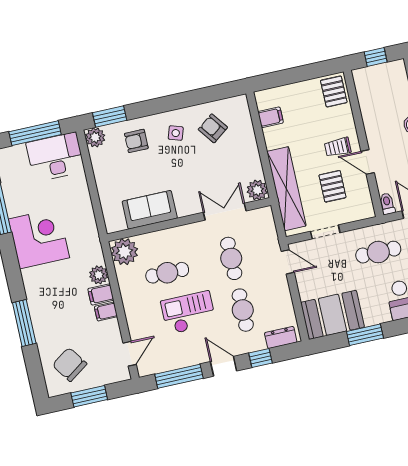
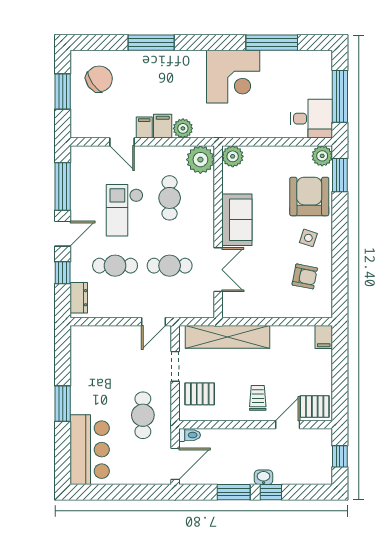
filing cabinet: (271, 117) -> (324, 337), moved
armchair: (213, 128) -> (305, 276), turned 48
armchair: (136, 141) -> (309, 196), width x1.88, depth x1.88
desk: (55, 157) -> (311, 119), width x0.73
door: (368, 162) -> (288, 425), moved
pallet: (332, 186) -> (200, 394), moved
plant: (257, 190) -> (233, 156), moved
sofa: (150, 210) -> (237, 220), moved
checkout: (188, 313) -> (125, 210), turned 180
booth: (332, 315) -> (90, 355), removed
window: (365, 335) -> (63, 404), moved
door: (130, 354) -> (122, 142), moved

